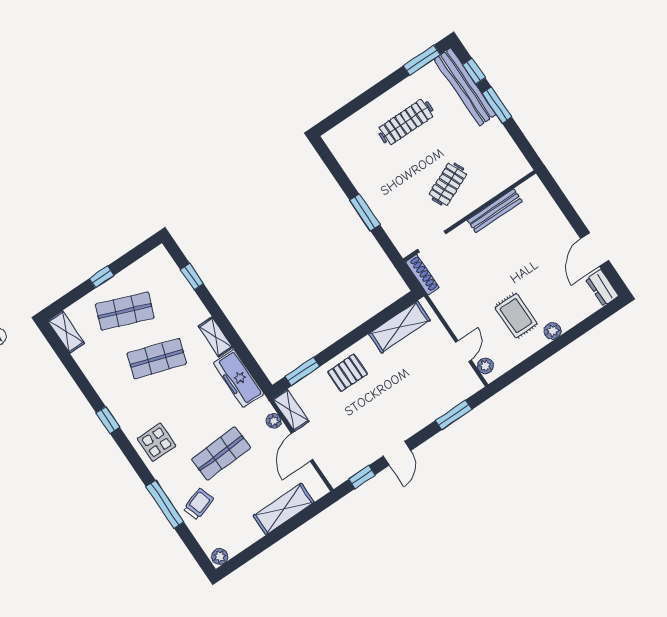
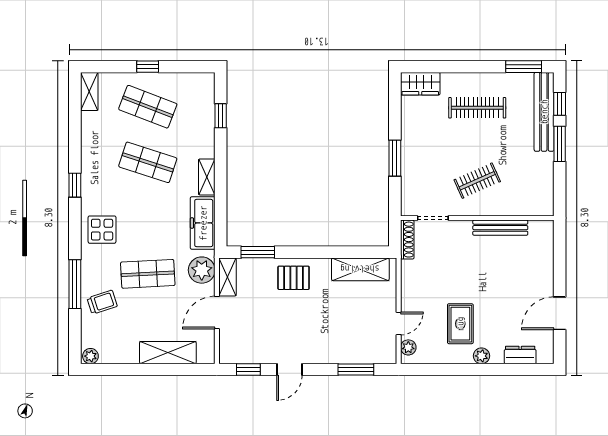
wardrobe: (344, 134) -> (420, 84), added
dresser: (602, 288) -> (520, 355), moved, turned 90
plant: (274, 421) -> (202, 270), width x1.87, depth x1.87

